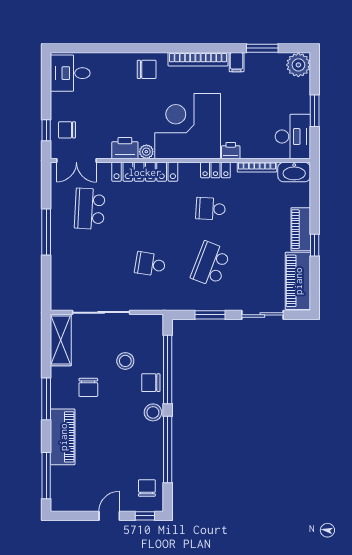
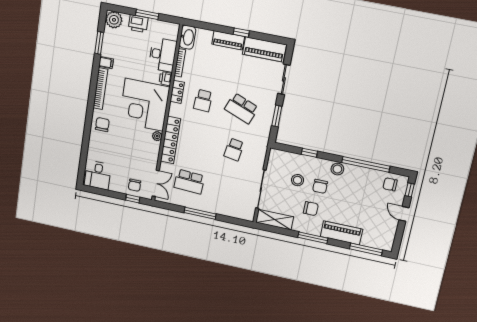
desk: (293, 137) -> (163, 55), moved, turned 90
printer: (125, 148) -> (138, 24), moved, turned -90
window: (168, 370) -> (309, 153), width x0.32
chair: (151, 383) -> (320, 186), moved

